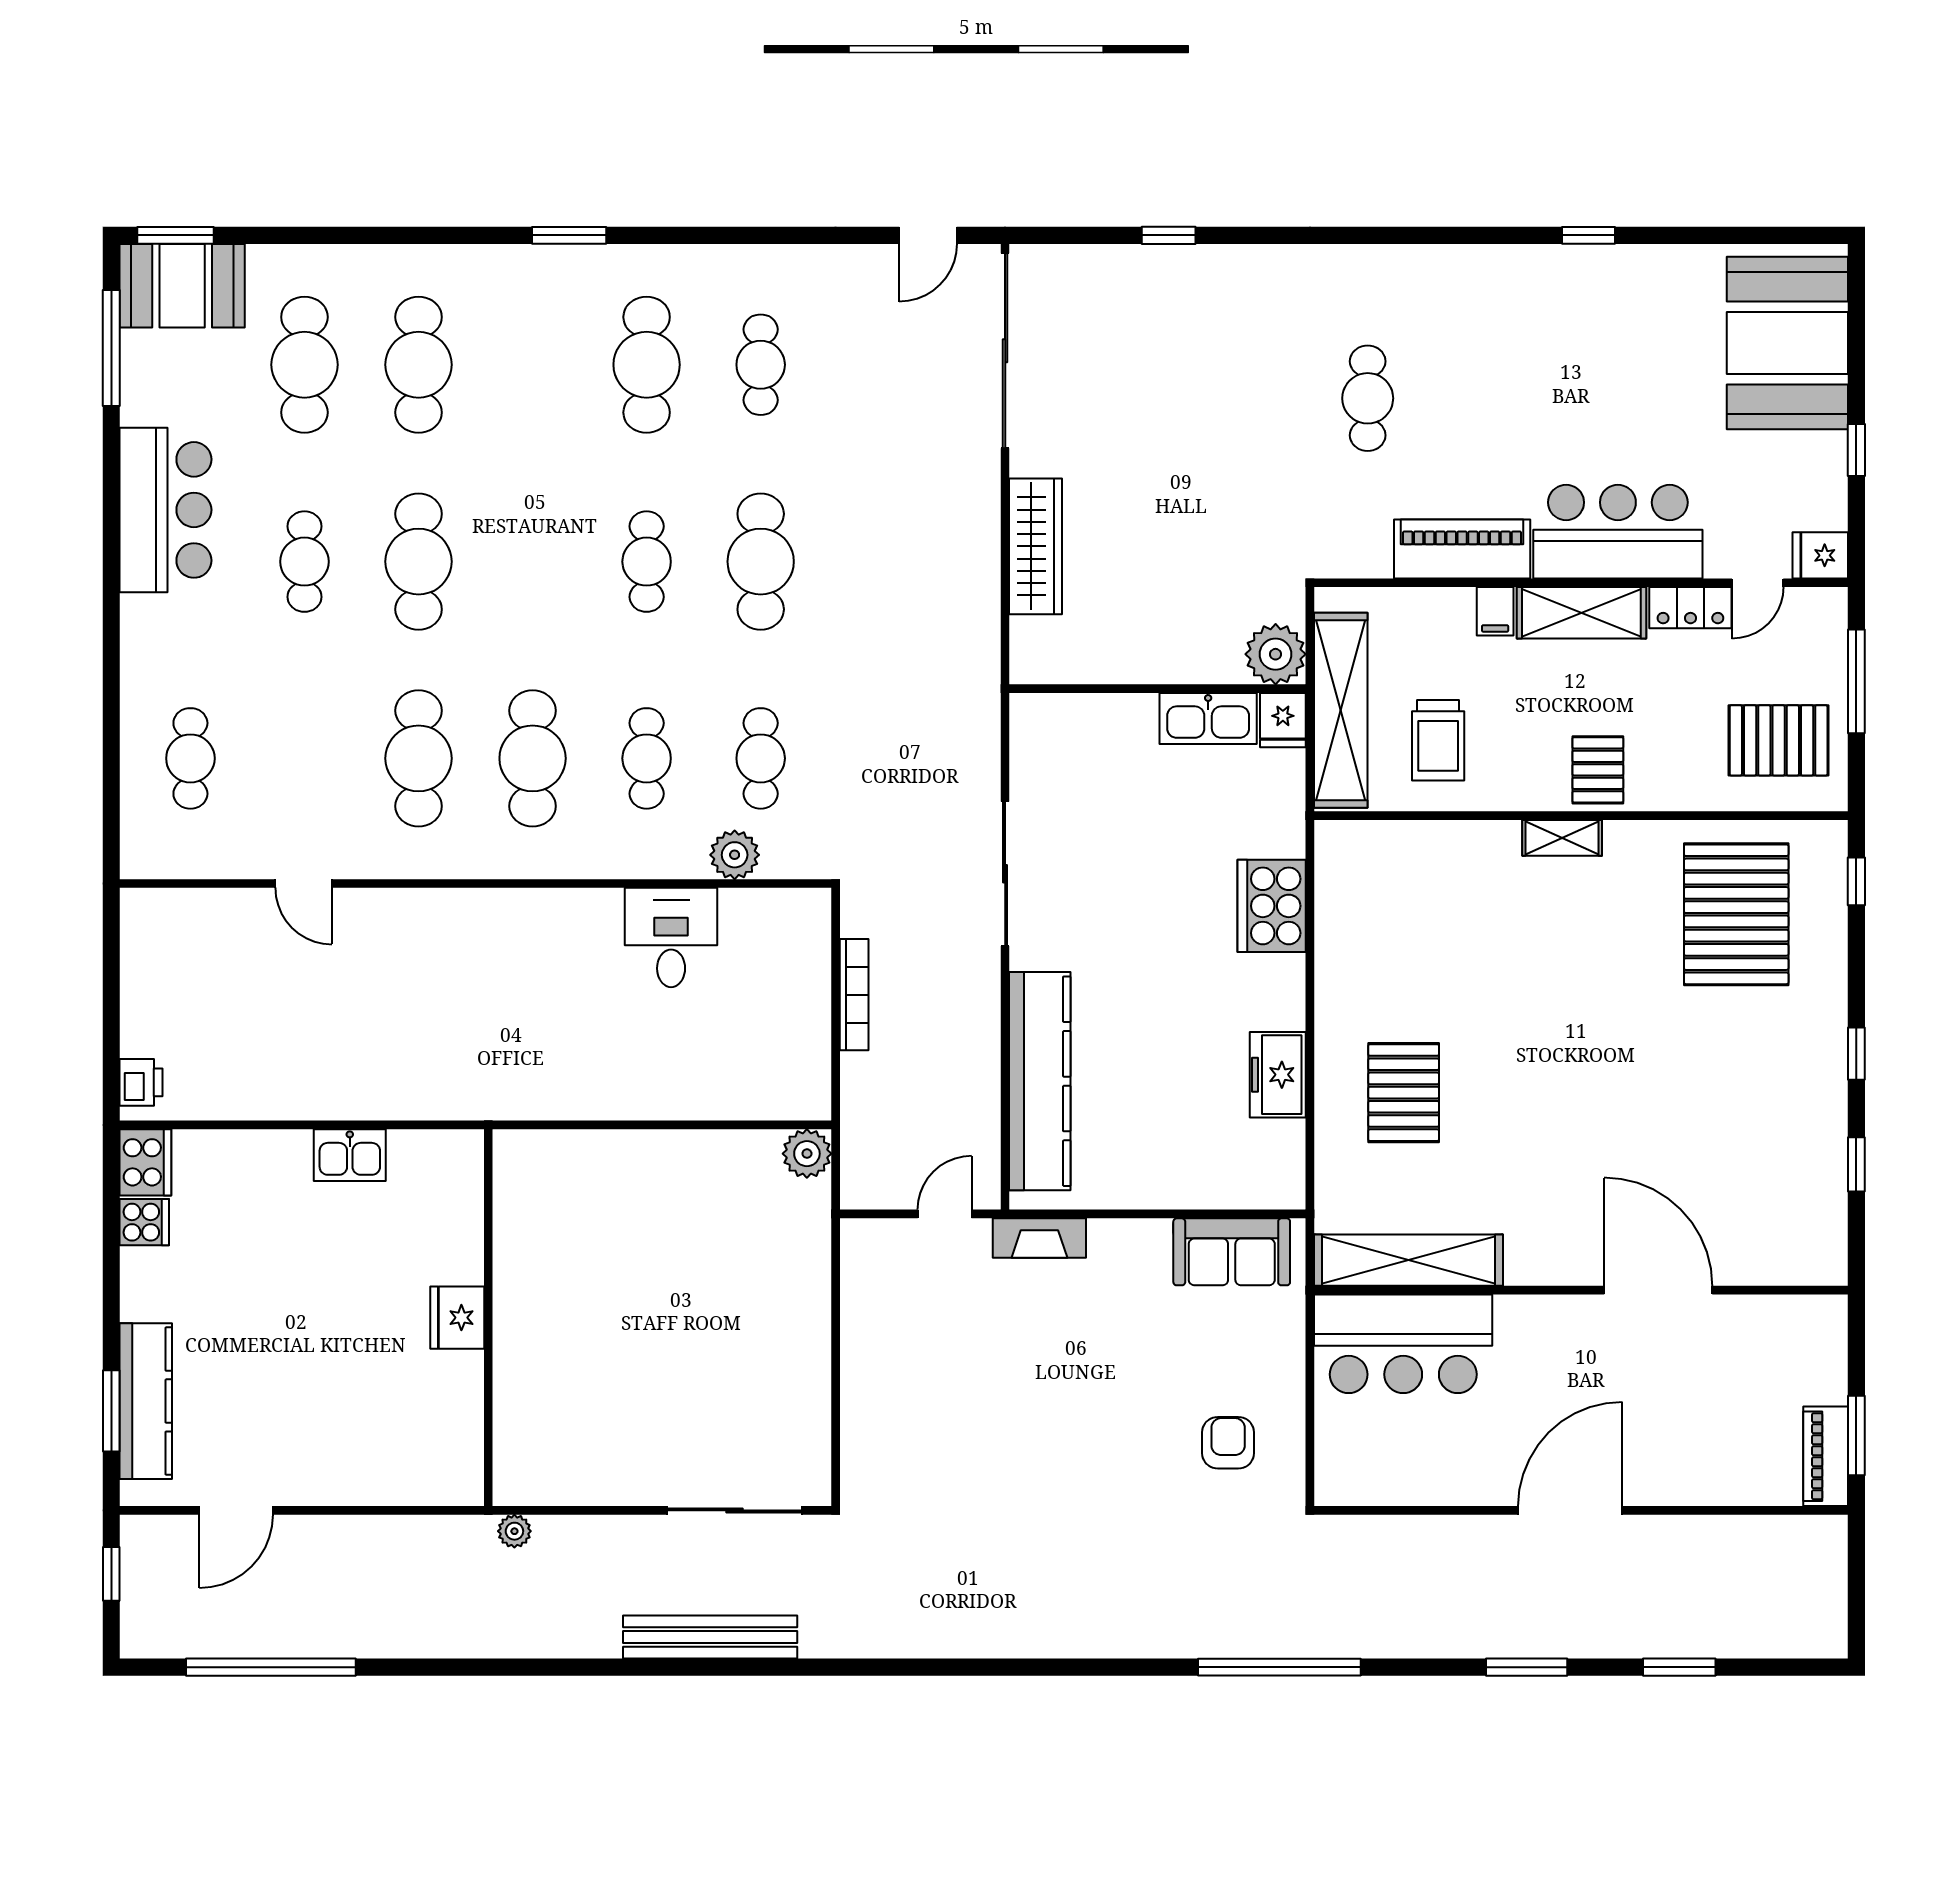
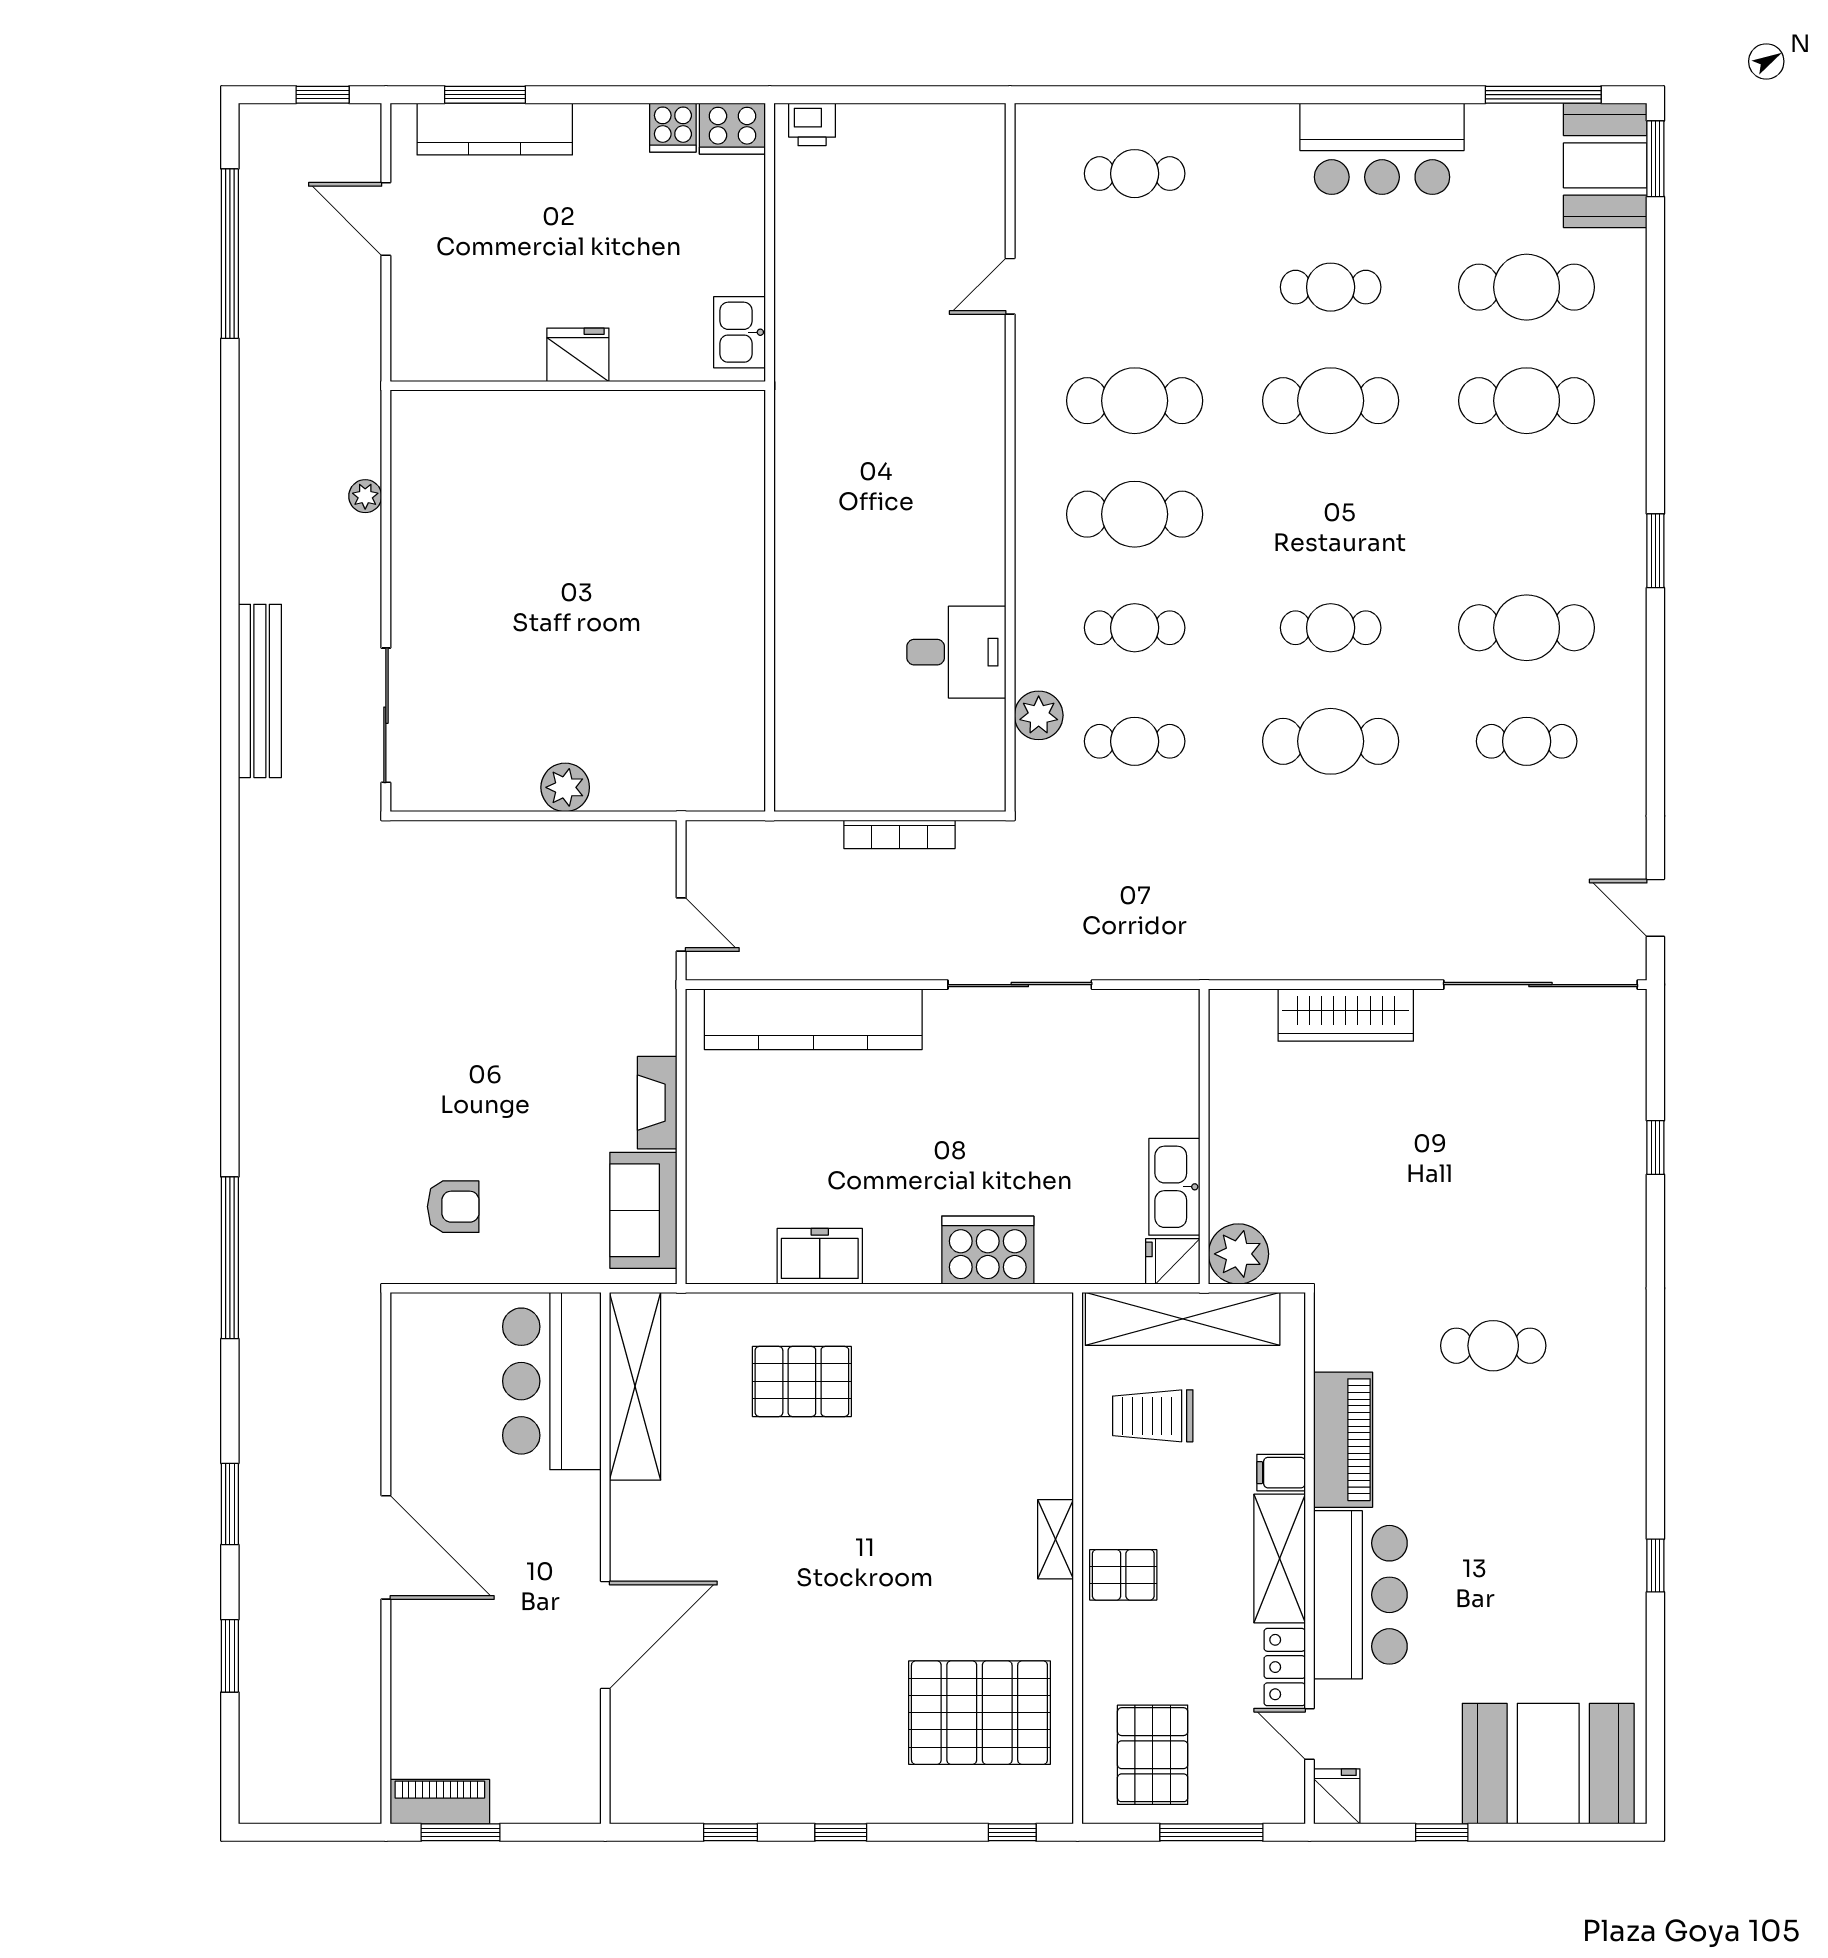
plant: (807, 1154) -> (565, 787), moved
fireplace: (1039, 1238) -> (657, 1103), moved
fridge: (457, 1318) -> (578, 355), moved
wall: (488, 1318) -> (578, 386), moved

